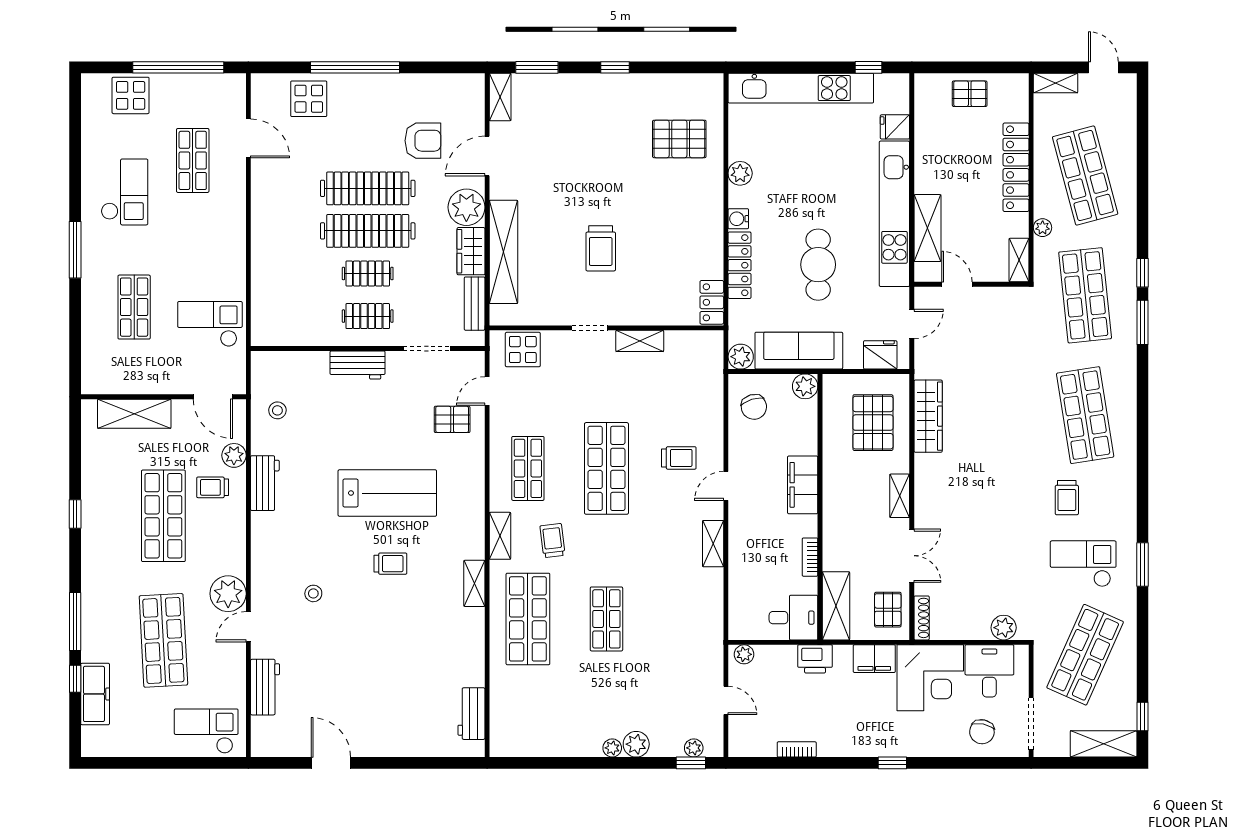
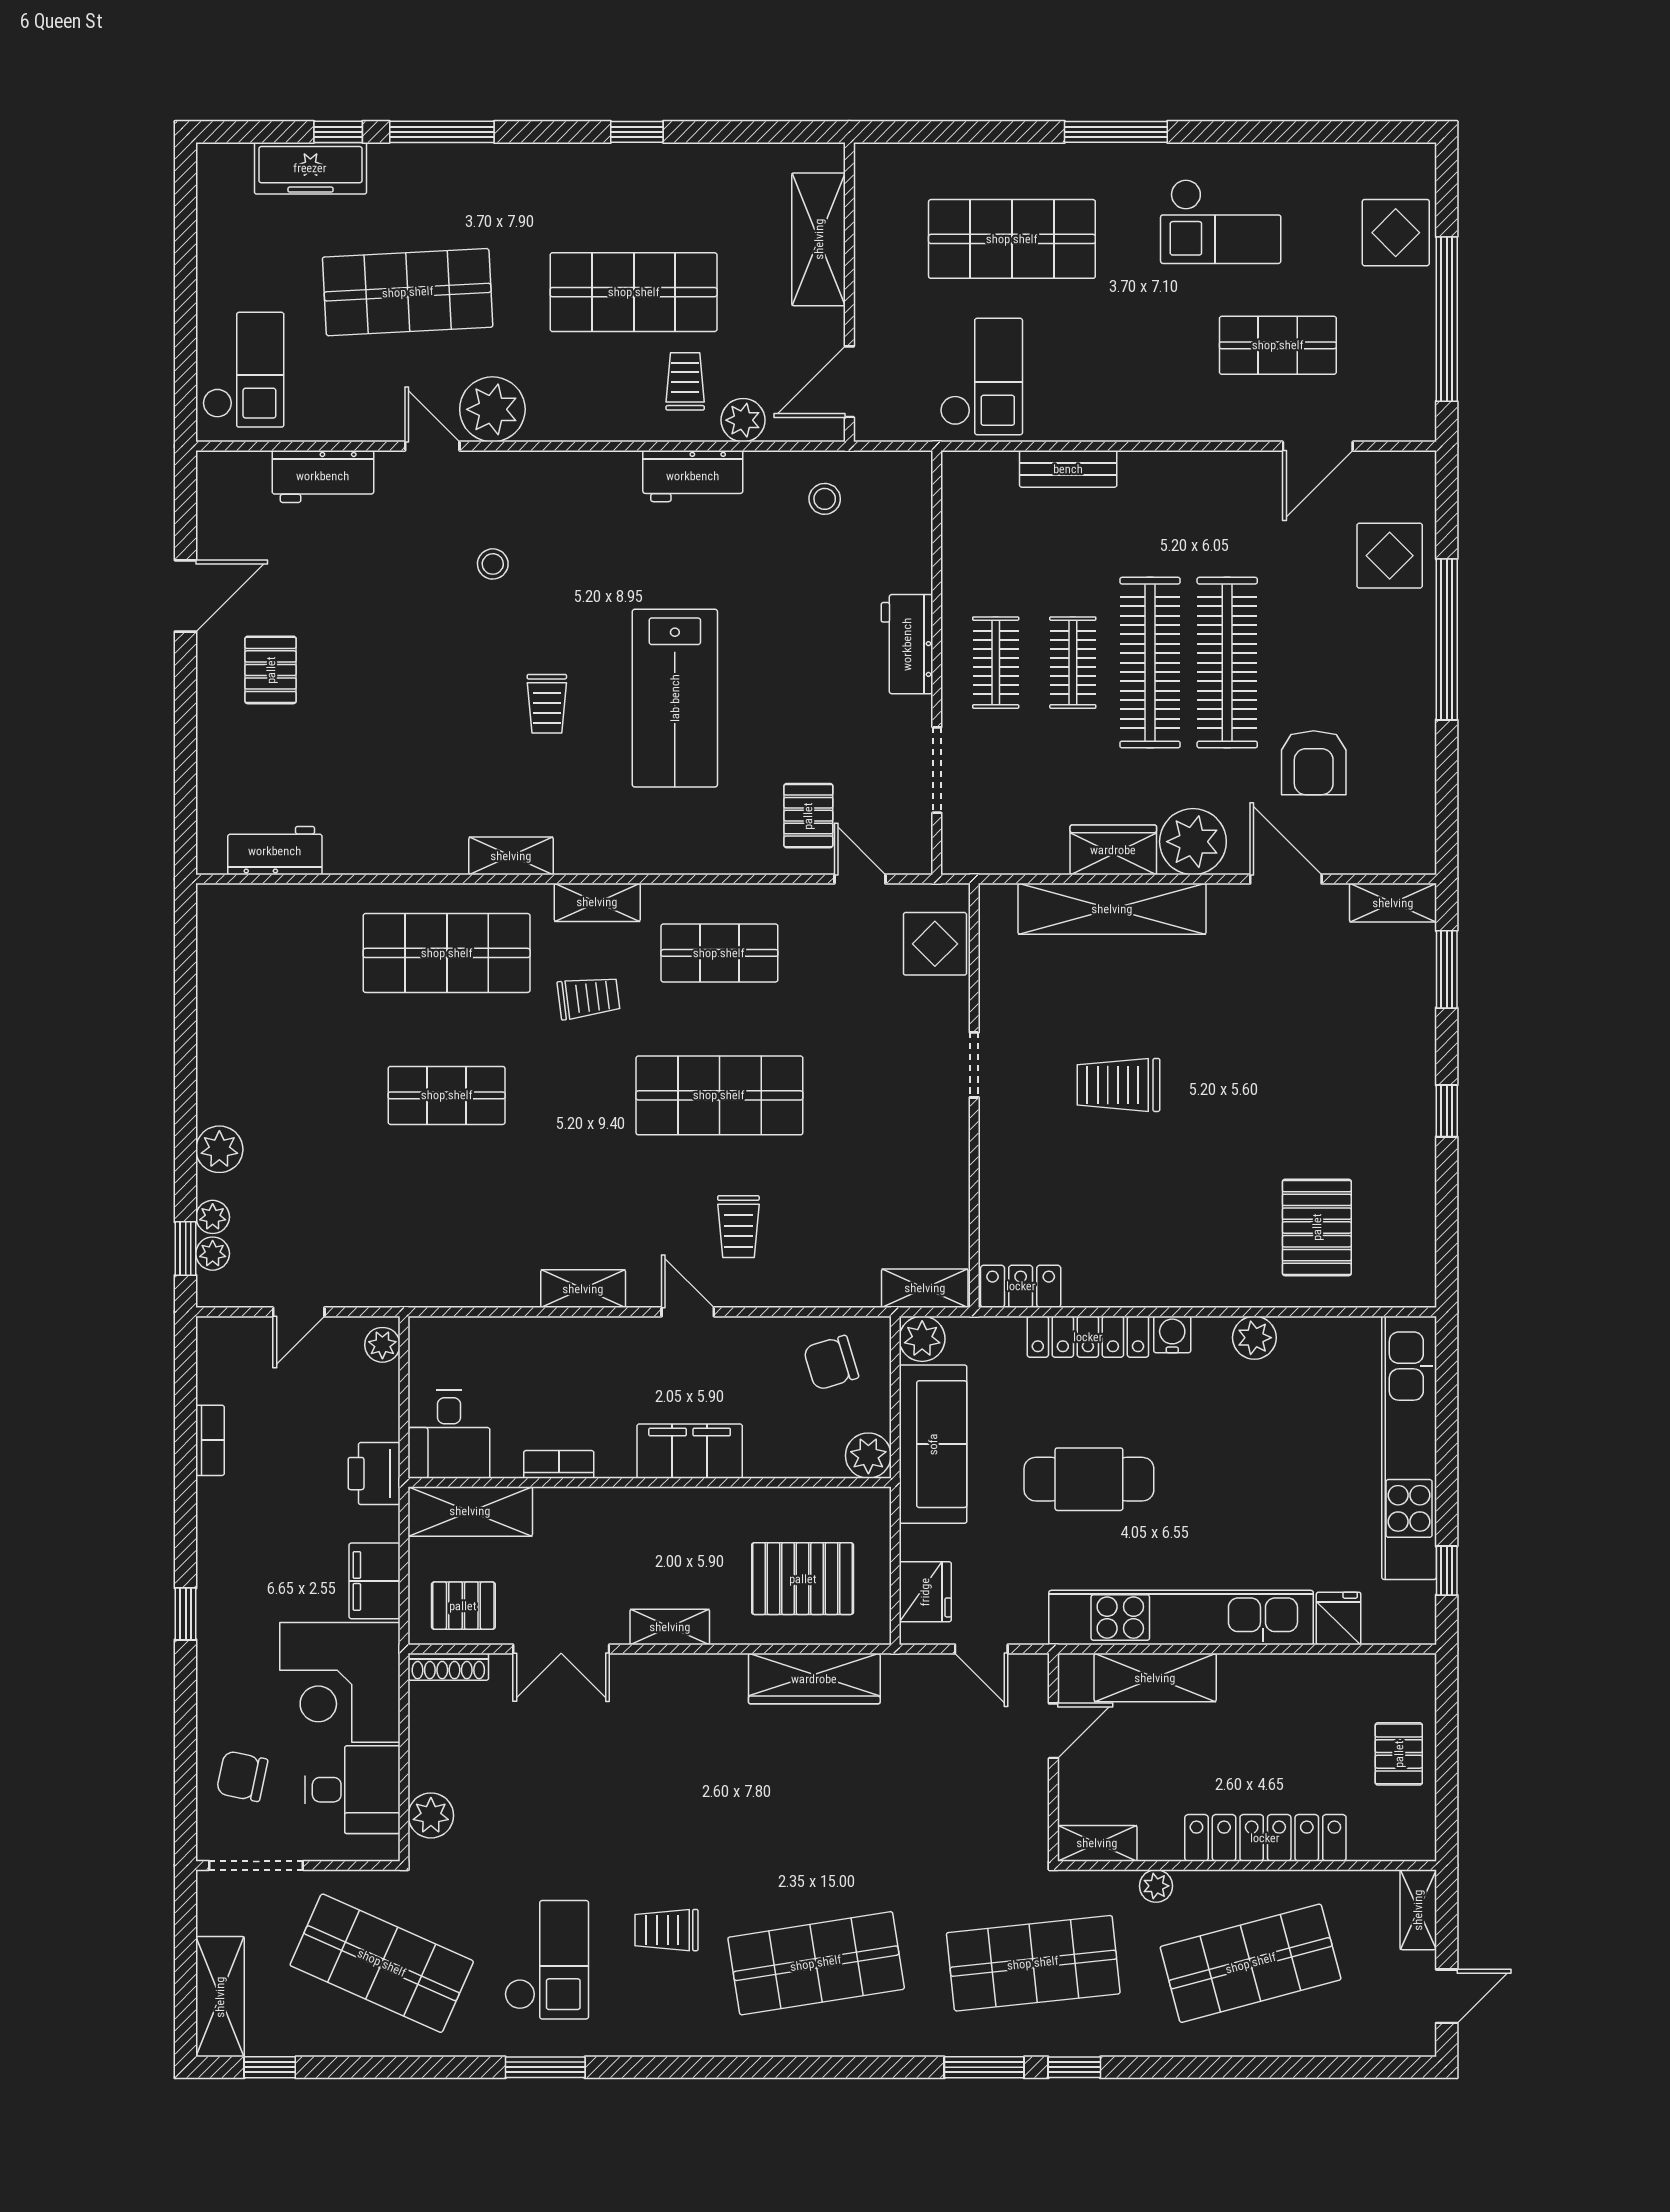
bench: (475, 304) -> (1068, 469), moved
shop shelf: (134, 307) -> (1012, 239), width x1.43, depth x1.36
shelving: (640, 341) -> (925, 1288), moved, turned 90
pallet: (372, 716) -> (271, 670), added
plant: (612, 748) -> (213, 1217), moved

